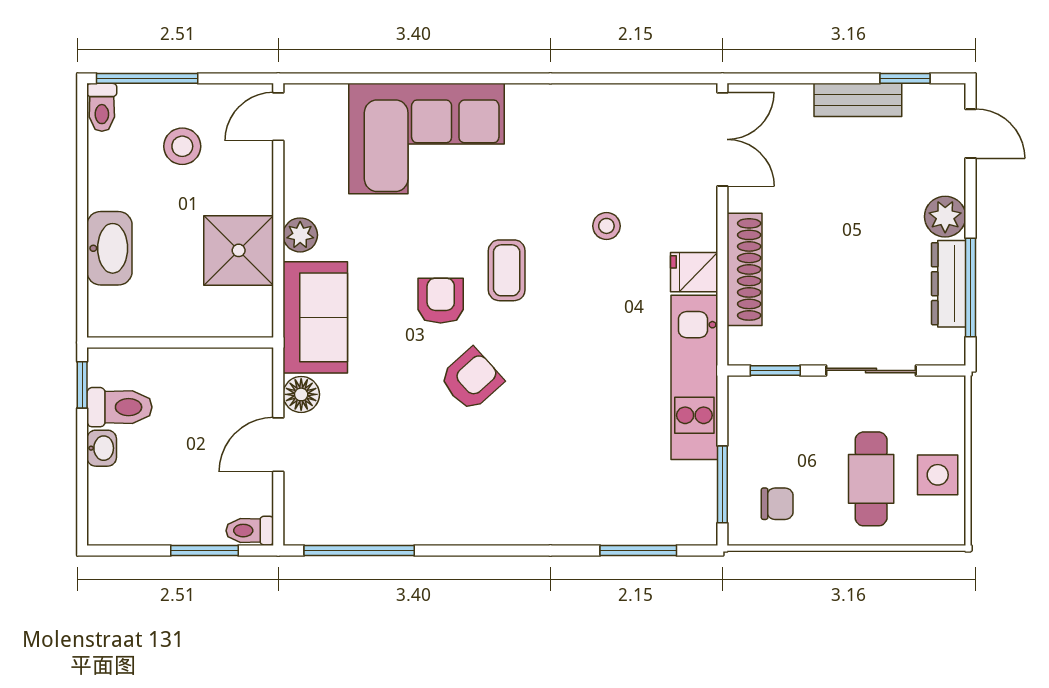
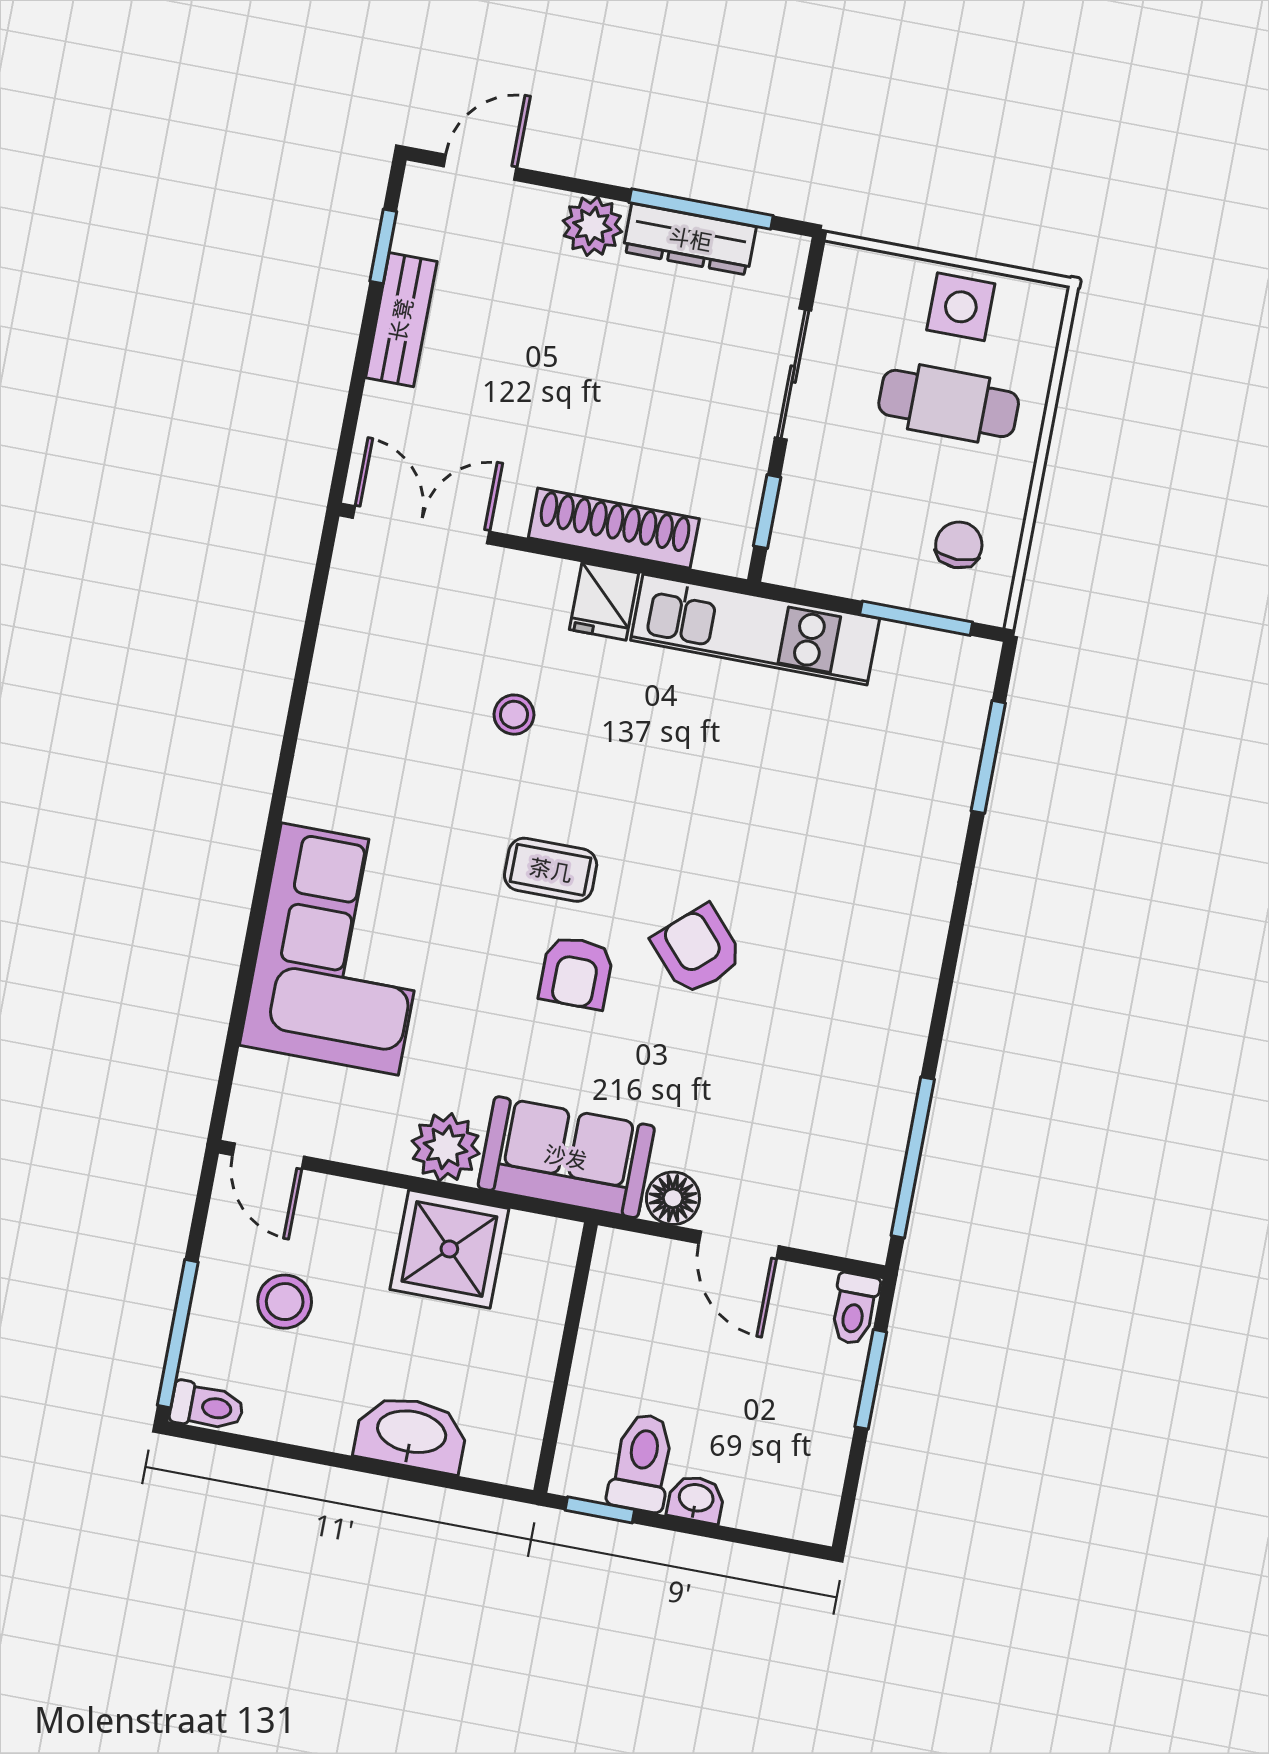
plant: (300, 235) -> (446, 1147), width x1.38, depth x1.38
armchair: (441, 301) -> (576, 973), turned -90

